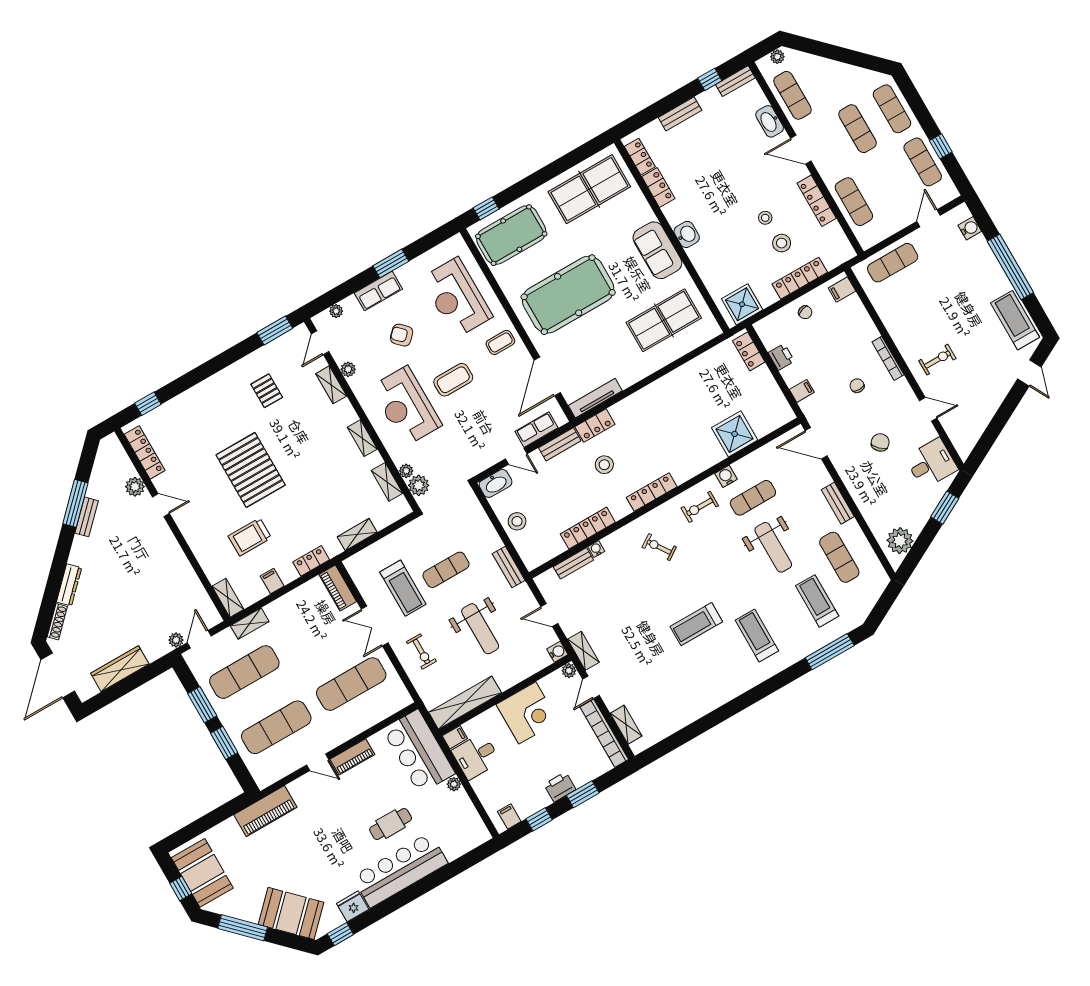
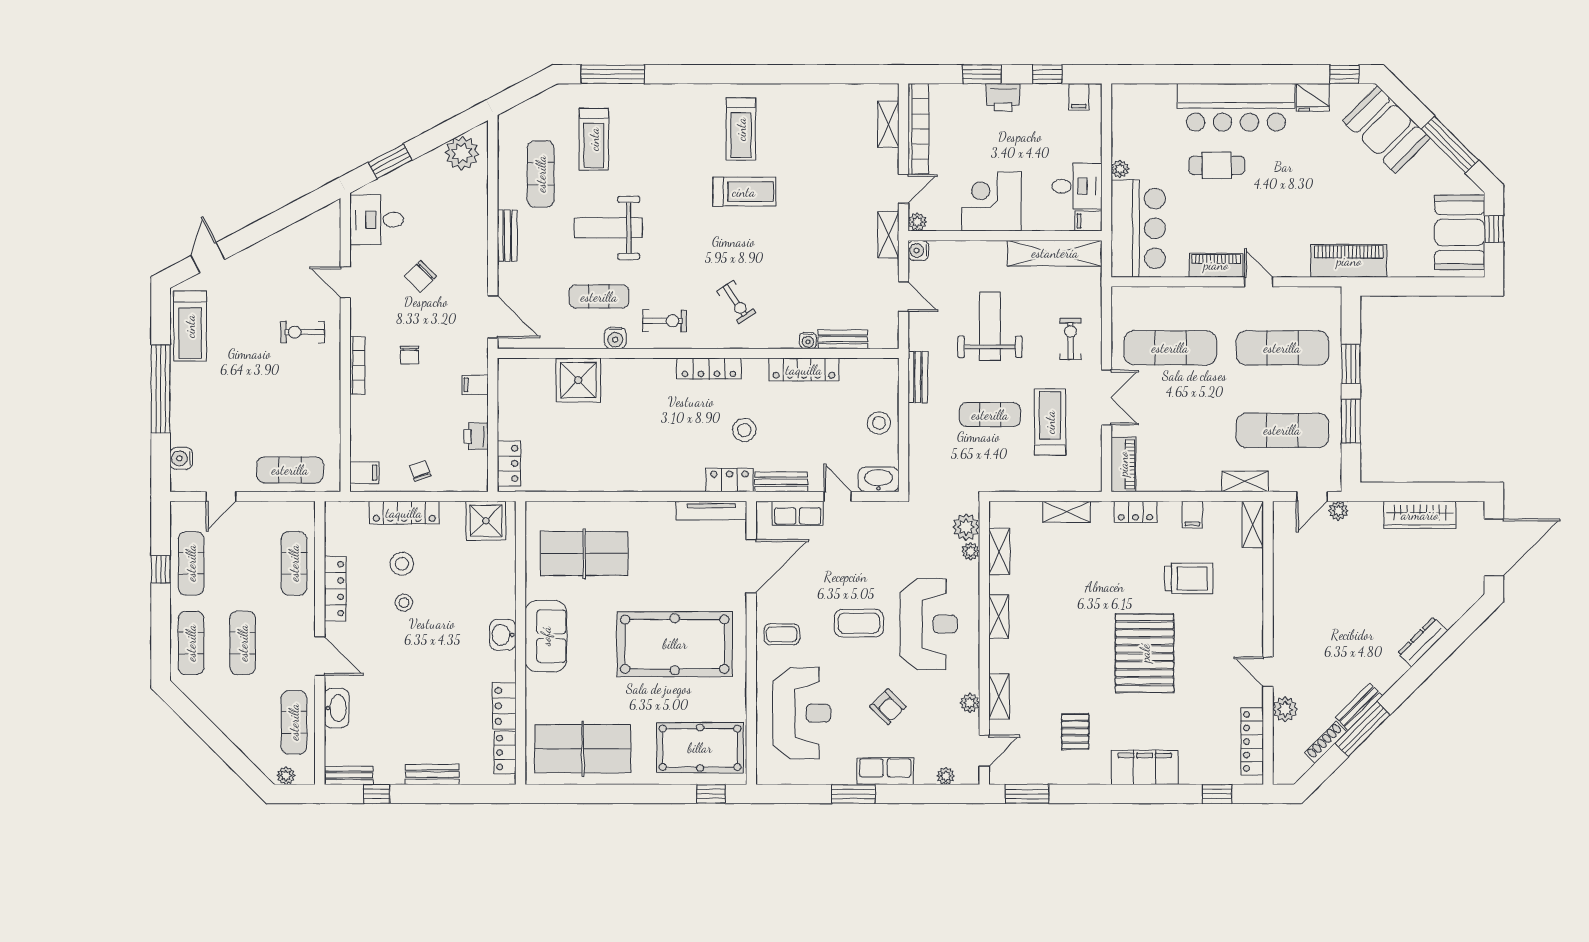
filing cabinet: (206, 394) -> (1145, 767), added
weight bench: (773, 547) -> (608, 228), turned -90
shoe rack: (57, 622) -> (1326, 742), moved
treadmill: (757, 635) -> (741, 129), moved

